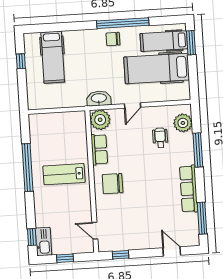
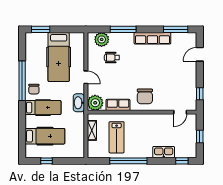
hospital bed: (164, 41) -> (43, 108), moved, turned -90
shelving: (64, 118) -> (92, 130), added
lab bench: (64, 174) -> (117, 137), moved
kitchen sink: (44, 242) -> (164, 152), moved

